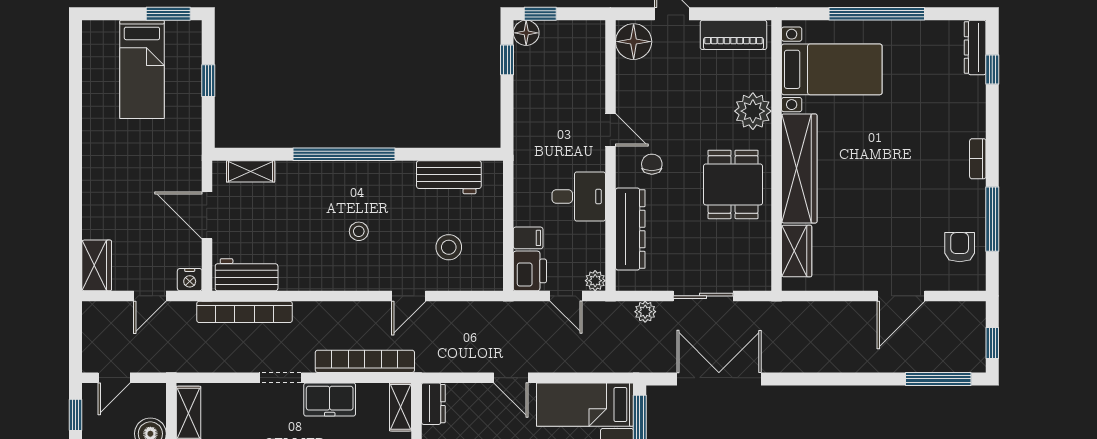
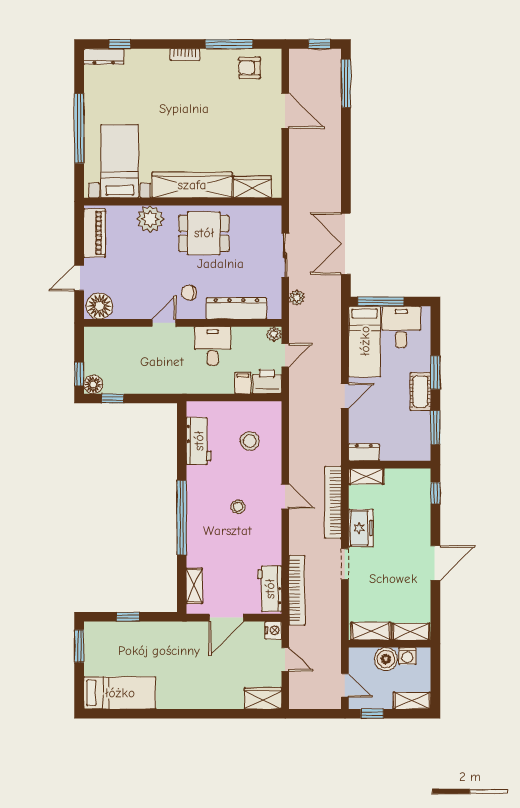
bed: (142, 69) -> (120, 693), moved
door: (409, 296) -> (285, 496), moved

